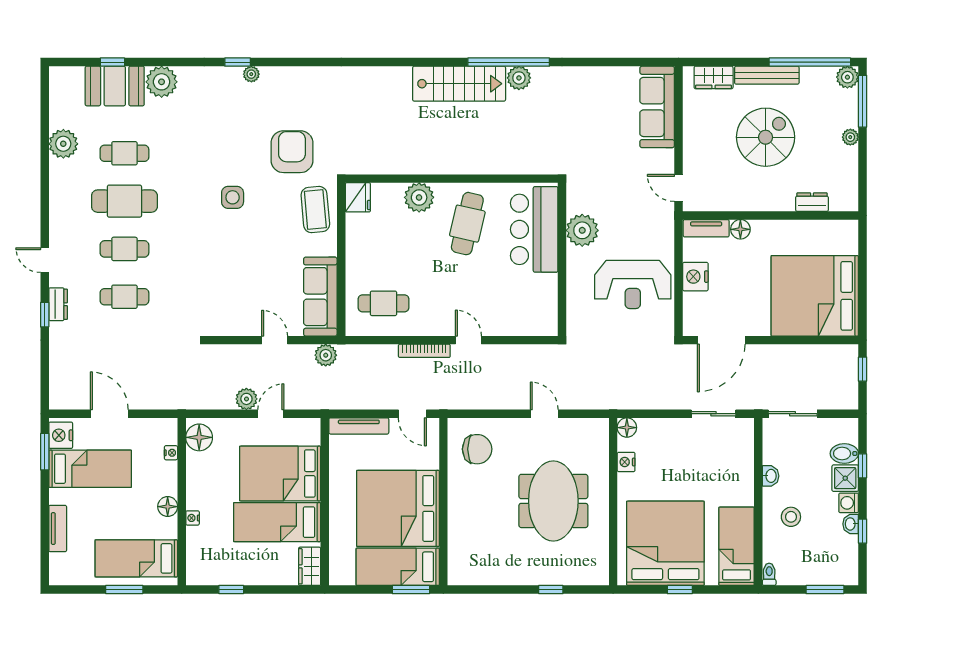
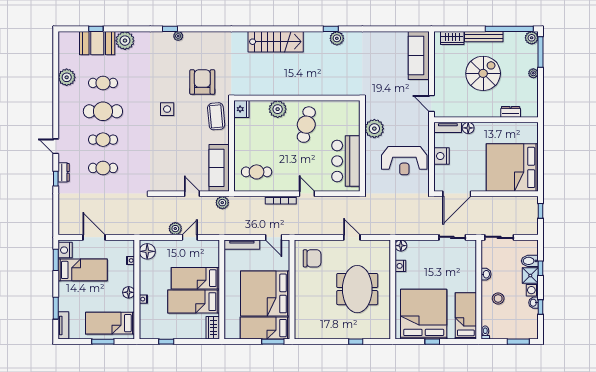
window: (509, 62) -> (331, 29), width x0.32
stairs: (459, 84) -> (276, 42), moved
bar counter: (534, 229) -> (346, 161), moved
bed: (280, 474) -> (195, 278), width x0.67
tv unit: (58, 529) -> (63, 325), moved
window: (45, 533) -> (56, 308), added

